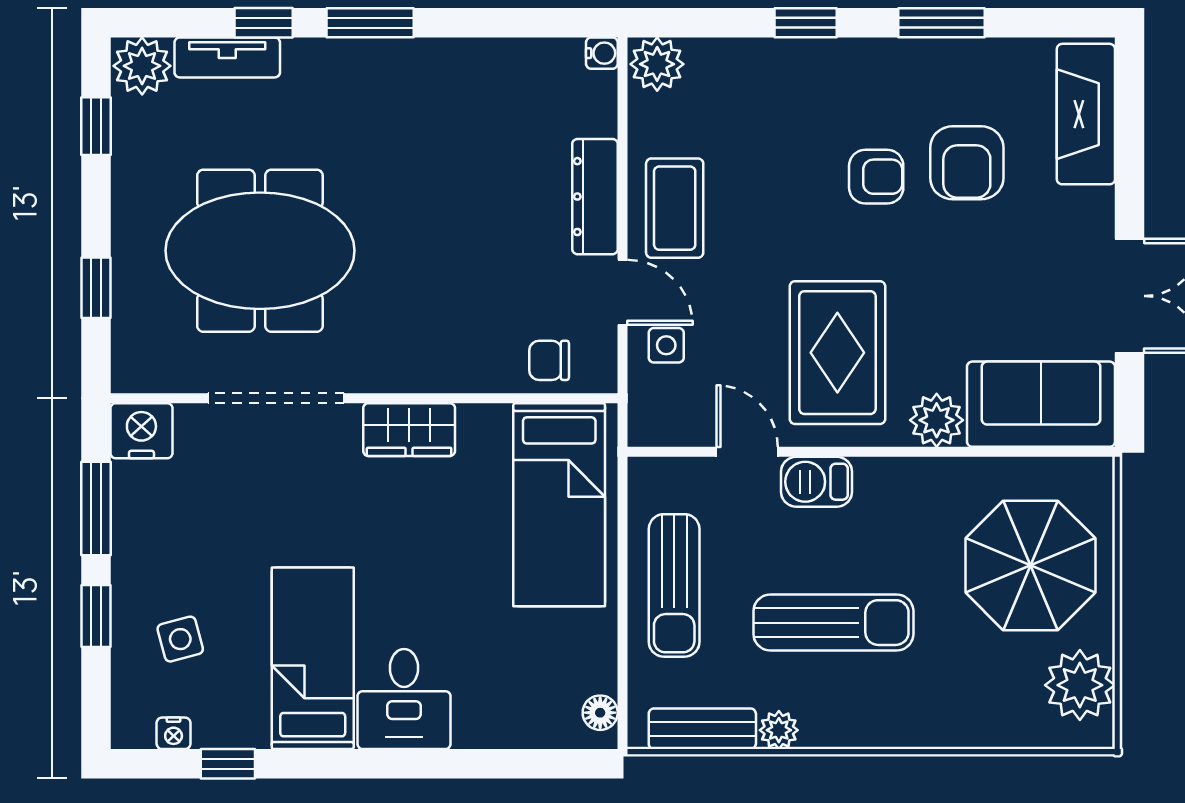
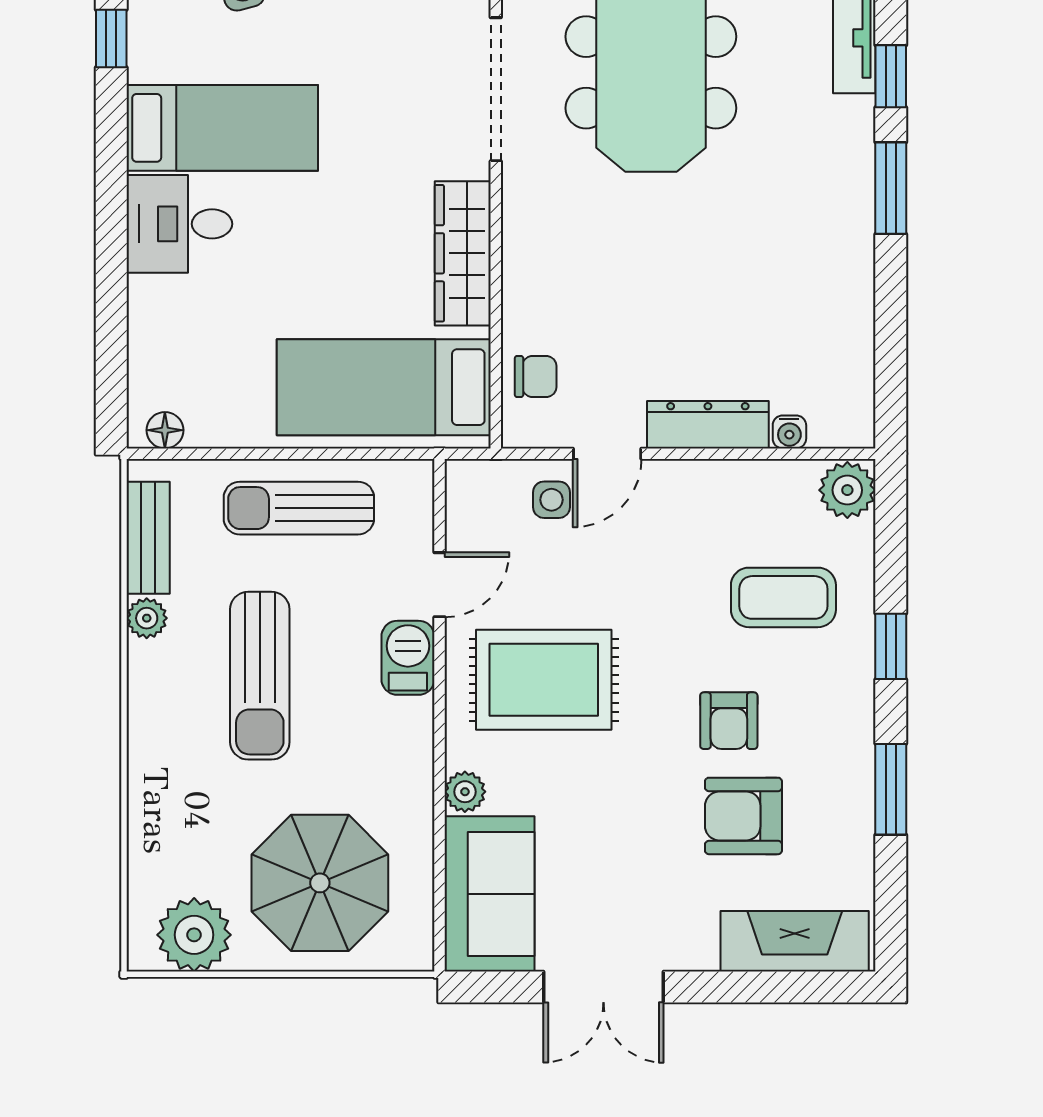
water cooler: (602, 53) -> (789, 432), moved
coffee table: (675, 208) -> (783, 597), moved
chair: (549, 360) -> (536, 377), turned 90
plant: (937, 420) -> (465, 792), width x0.73, depth x0.73
wardrobe: (409, 430) -> (463, 253), width x1.50

